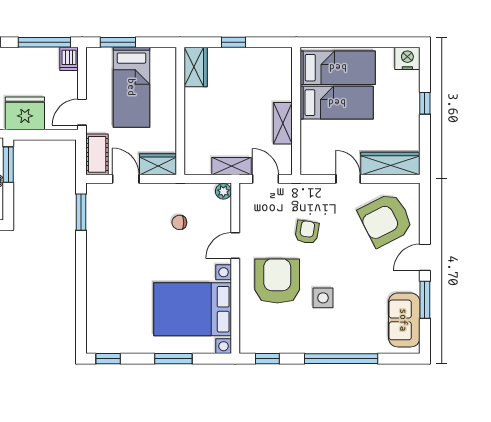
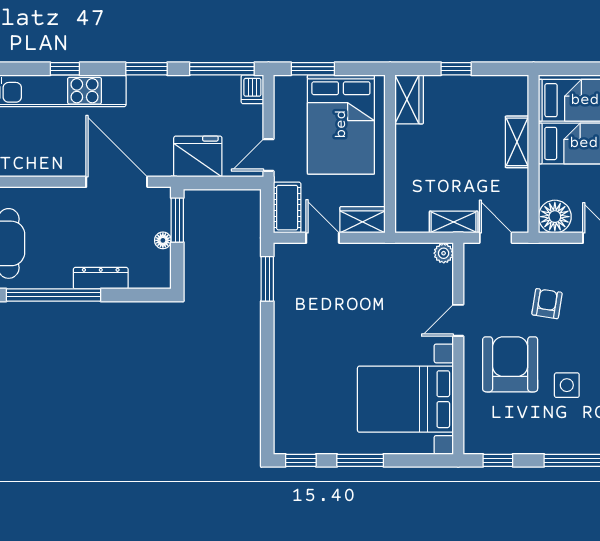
bed: (132, 87) -> (341, 124), width x1.50
shelving: (283, 123) -> (517, 142), moved
floor lamp: (313, 162) -> (555, 217), added
chair: (179, 222) -> (389, 292), removed
window: (173, 359) -> (360, 460), moved

